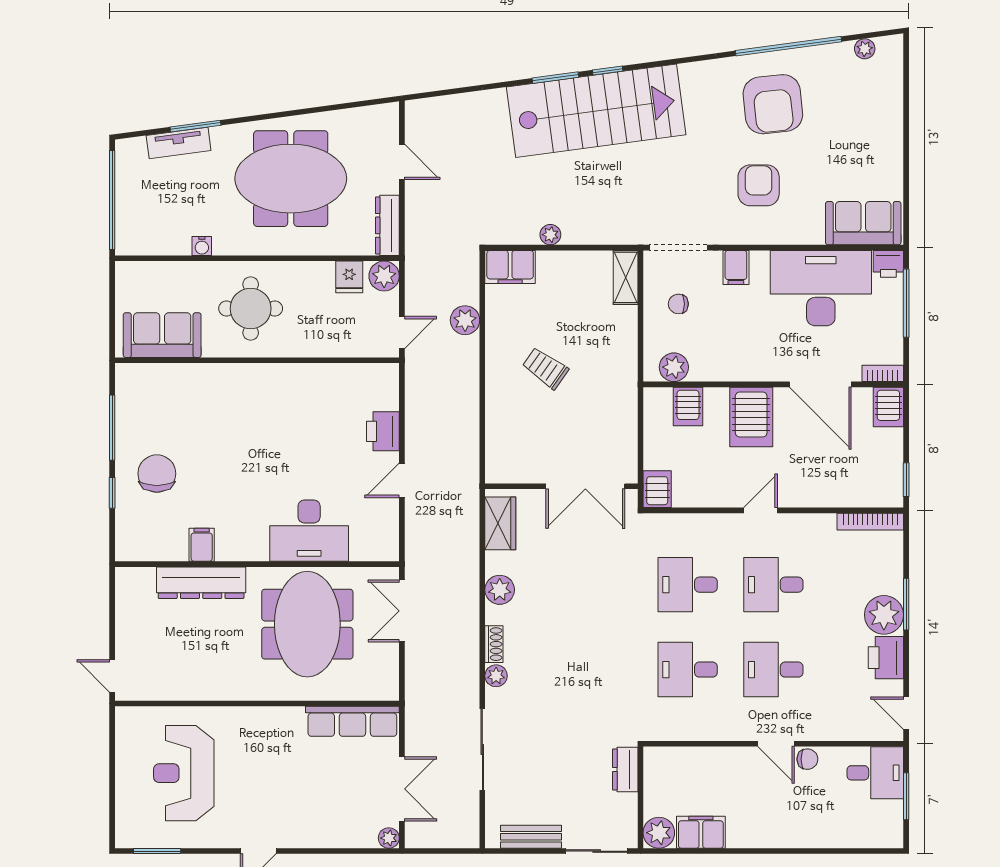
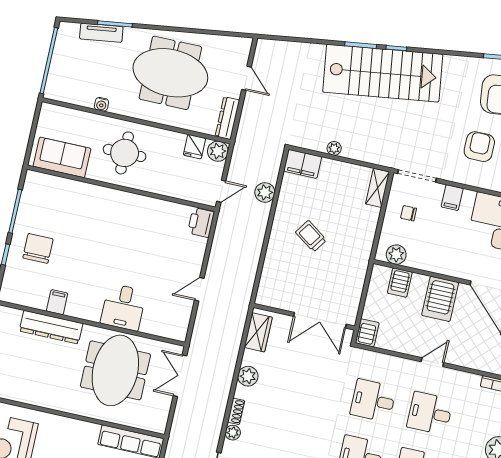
printer: (383, 431) -> (201, 222), moved
desk: (309, 531) -> (123, 307), width x0.73

